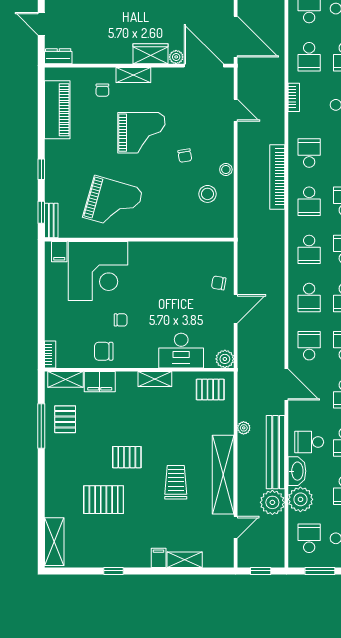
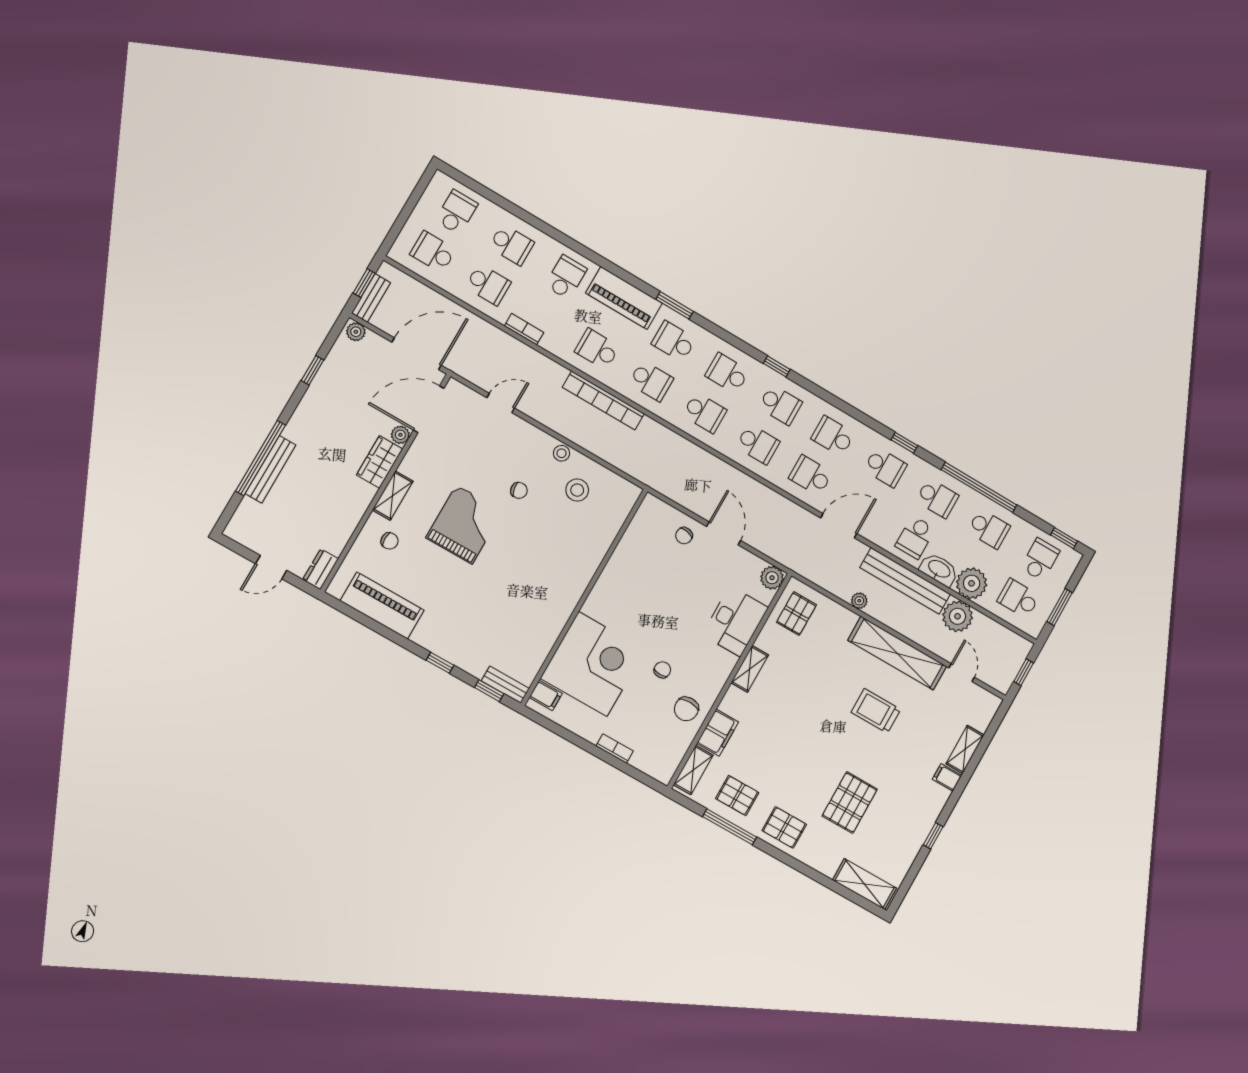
grand piano: (113, 203) -> (526, 603), removed
bookcase: (50, 354) -> (615, 748), moved
pallet: (127, 457) -> (784, 827), moved, turned 90

